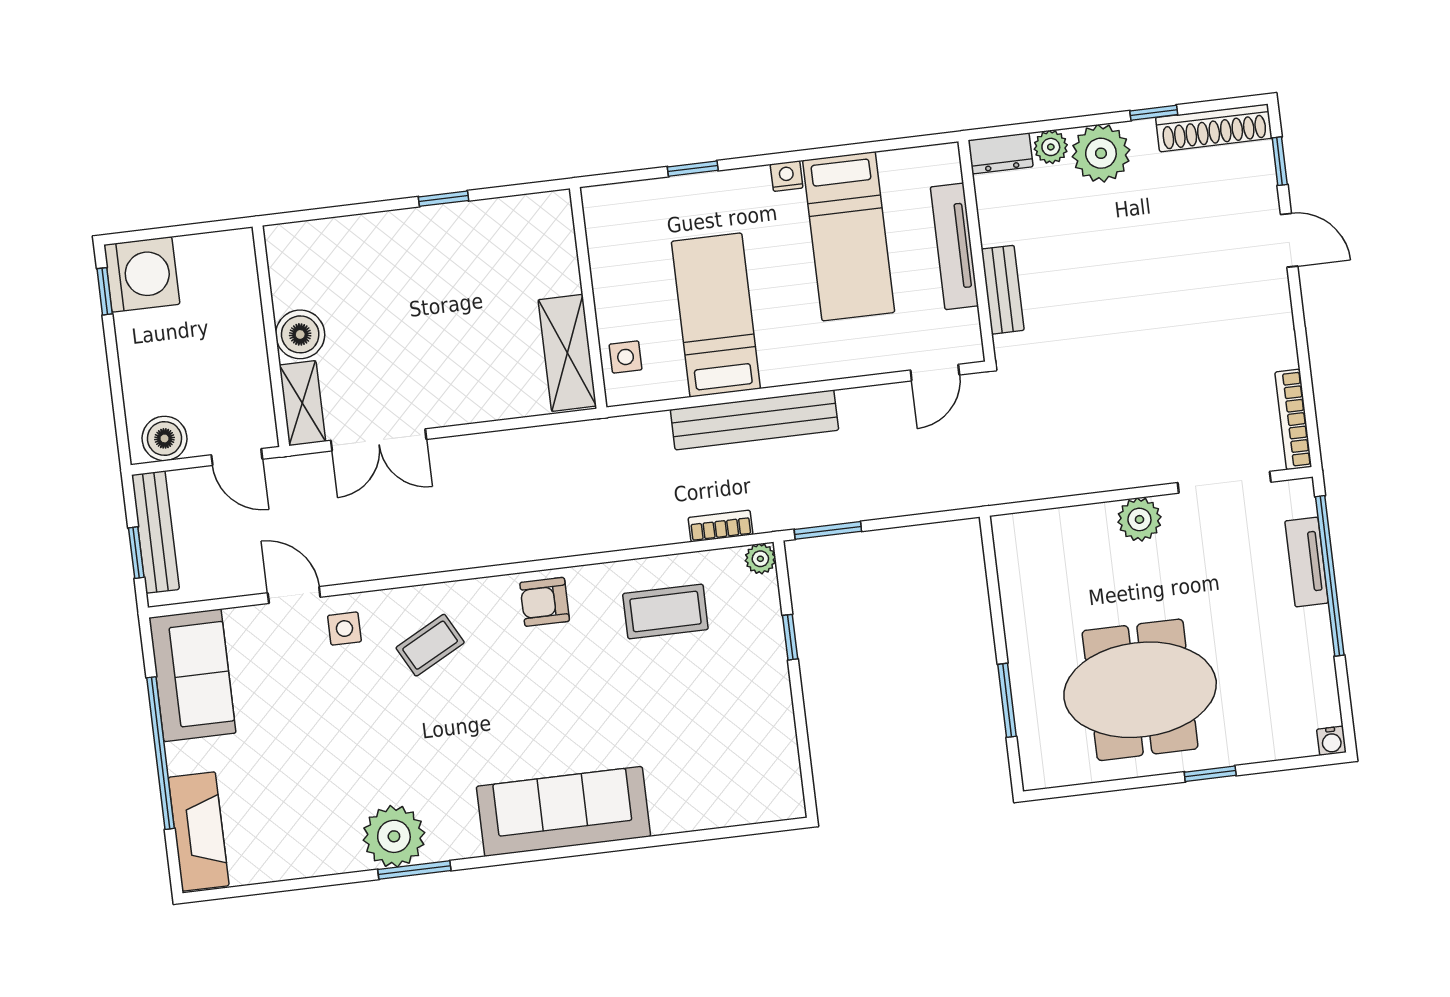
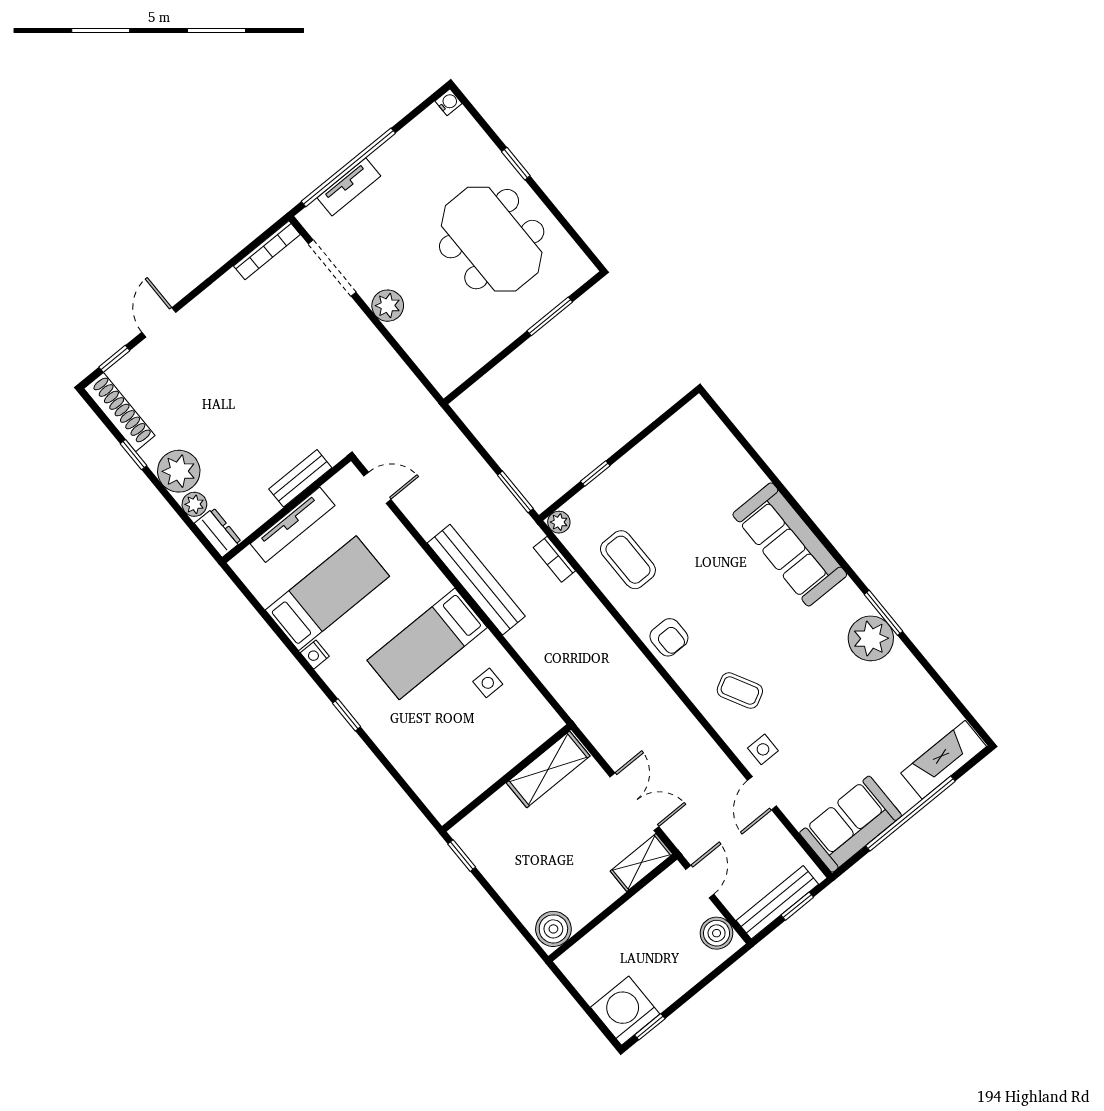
wall: (588, 298) -> (506, 778), moved
boiler: (300, 334) -> (553, 929), moved
shelving: (567, 353) -> (548, 769), moved

